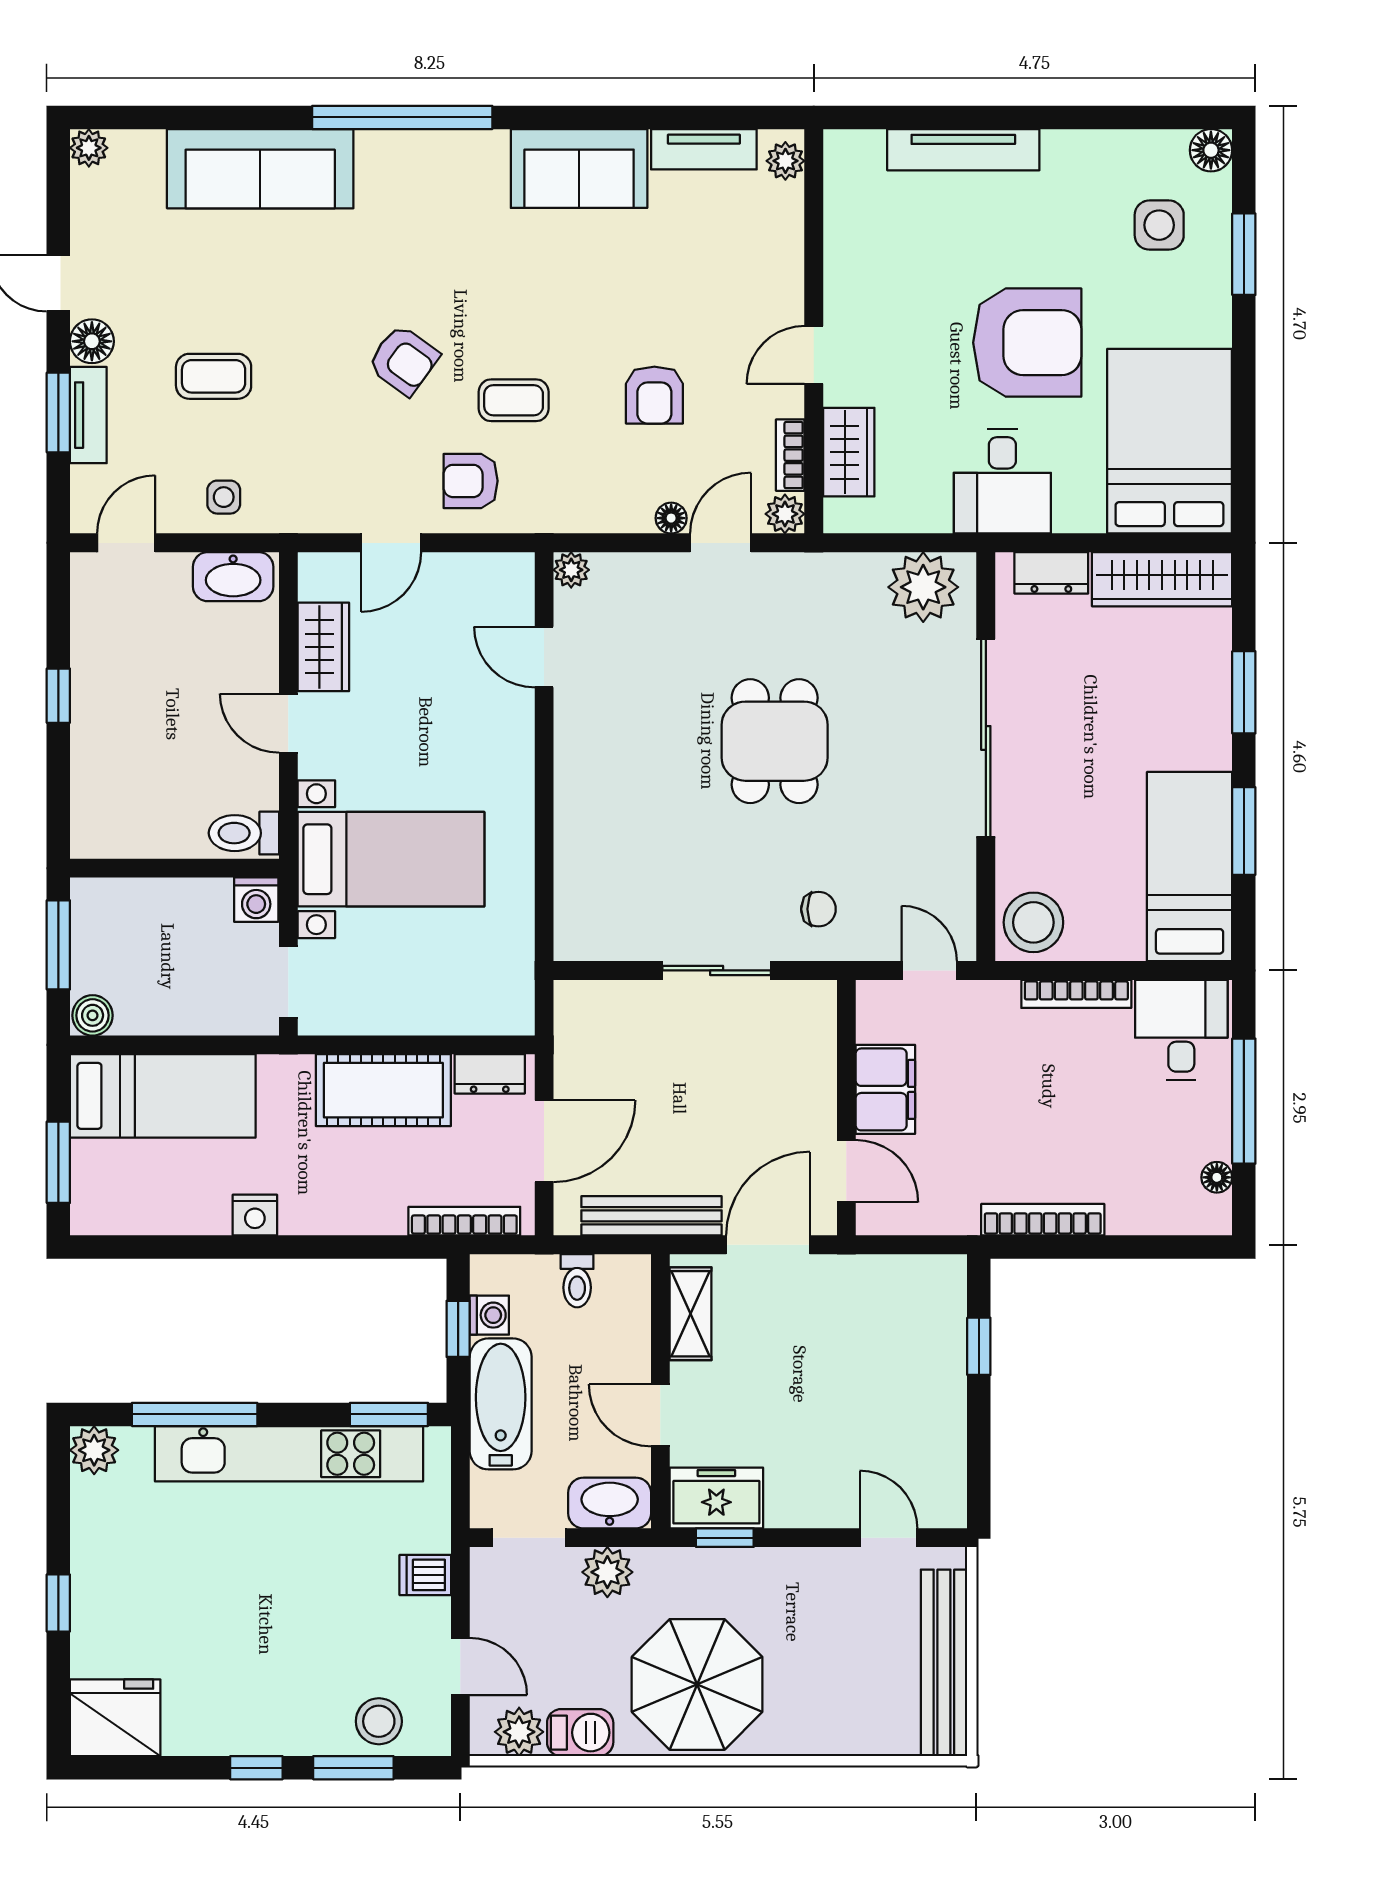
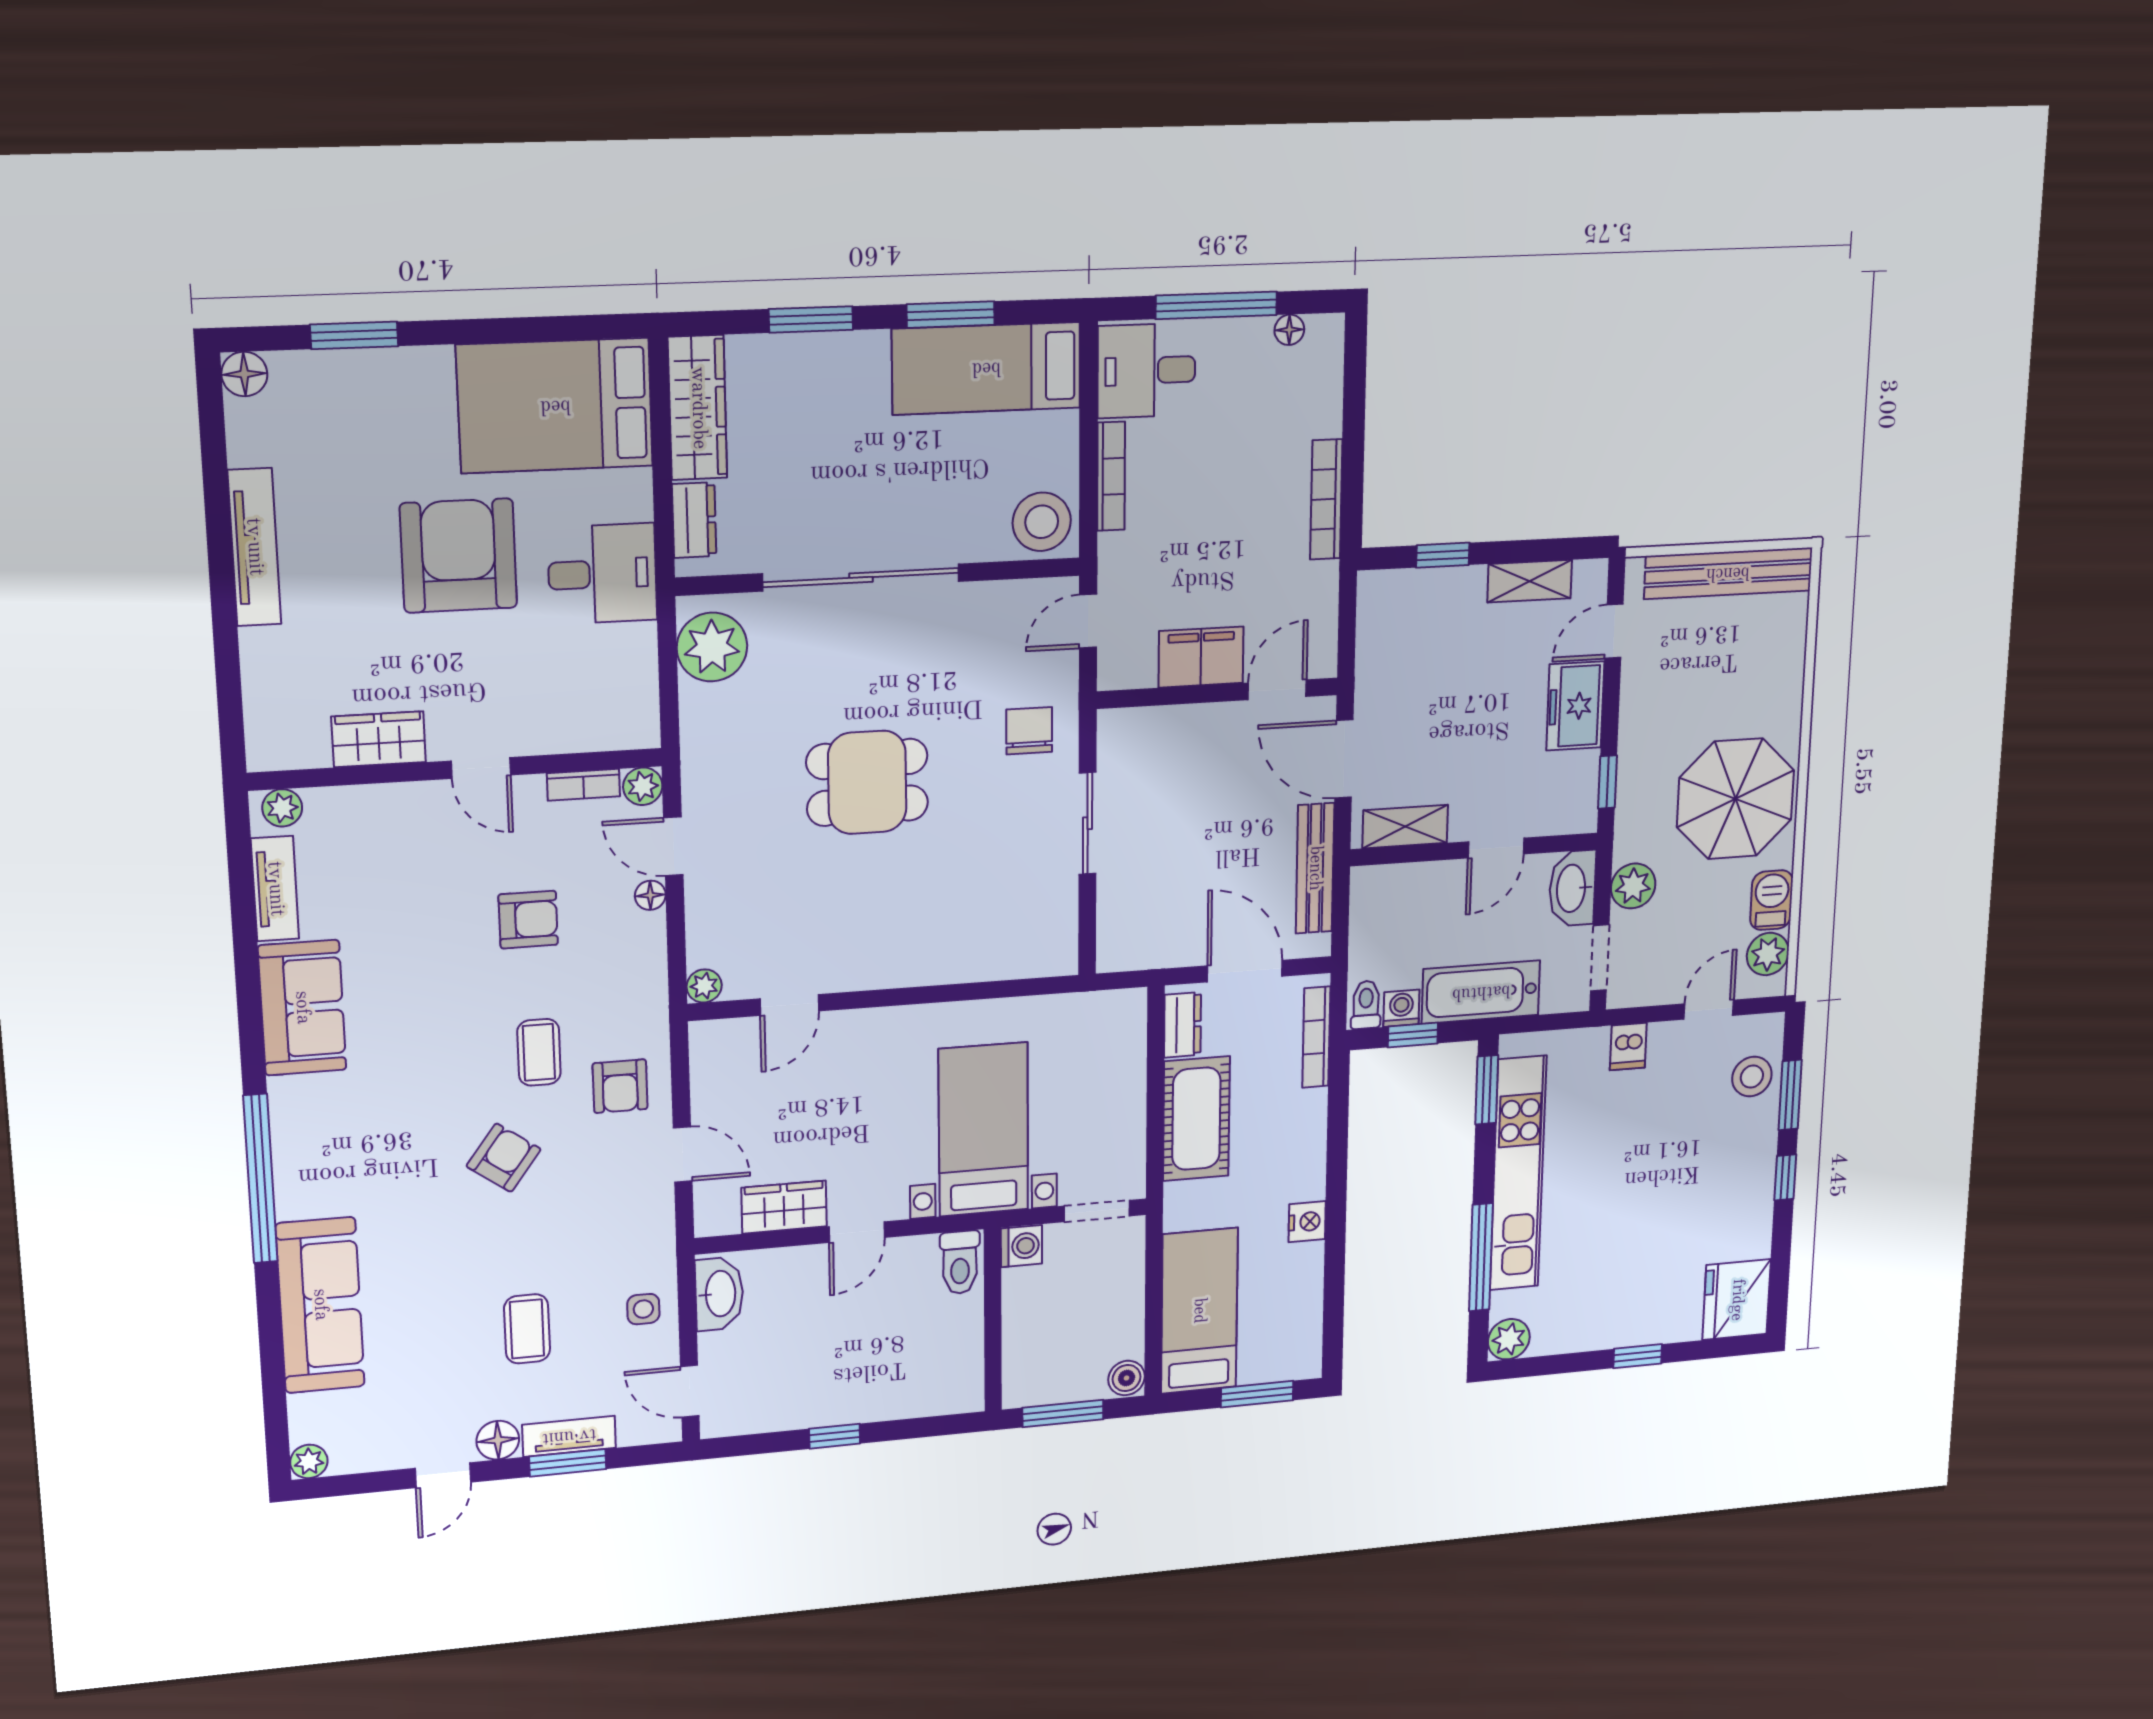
tv unit: (963, 150) -> (254, 547), moved
side table: (1159, 225) -> (328, 425), removed
wardrobe: (849, 452) -> (379, 739), moved
chair: (818, 909) -> (1029, 731), width x1.37, depth x1.37
toilet: (577, 1281) -> (1366, 1005), moved, turned -90
shelving: (947, 1442) -> (1530, 581), added
freezer: (716, 1498) -> (1575, 706), moved

